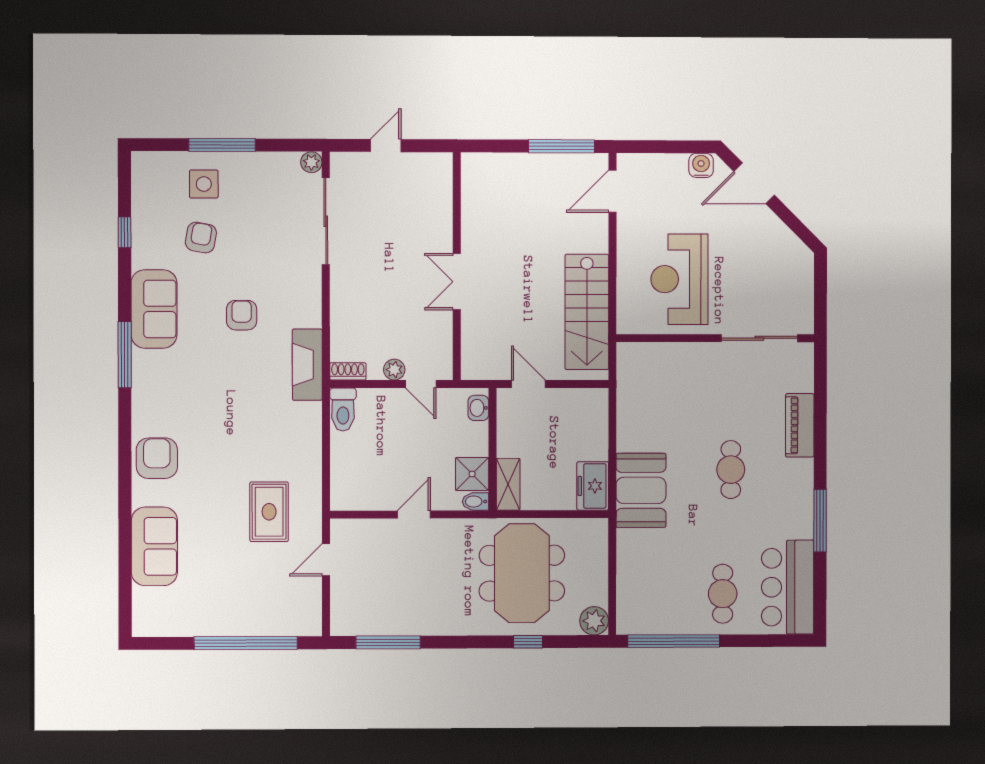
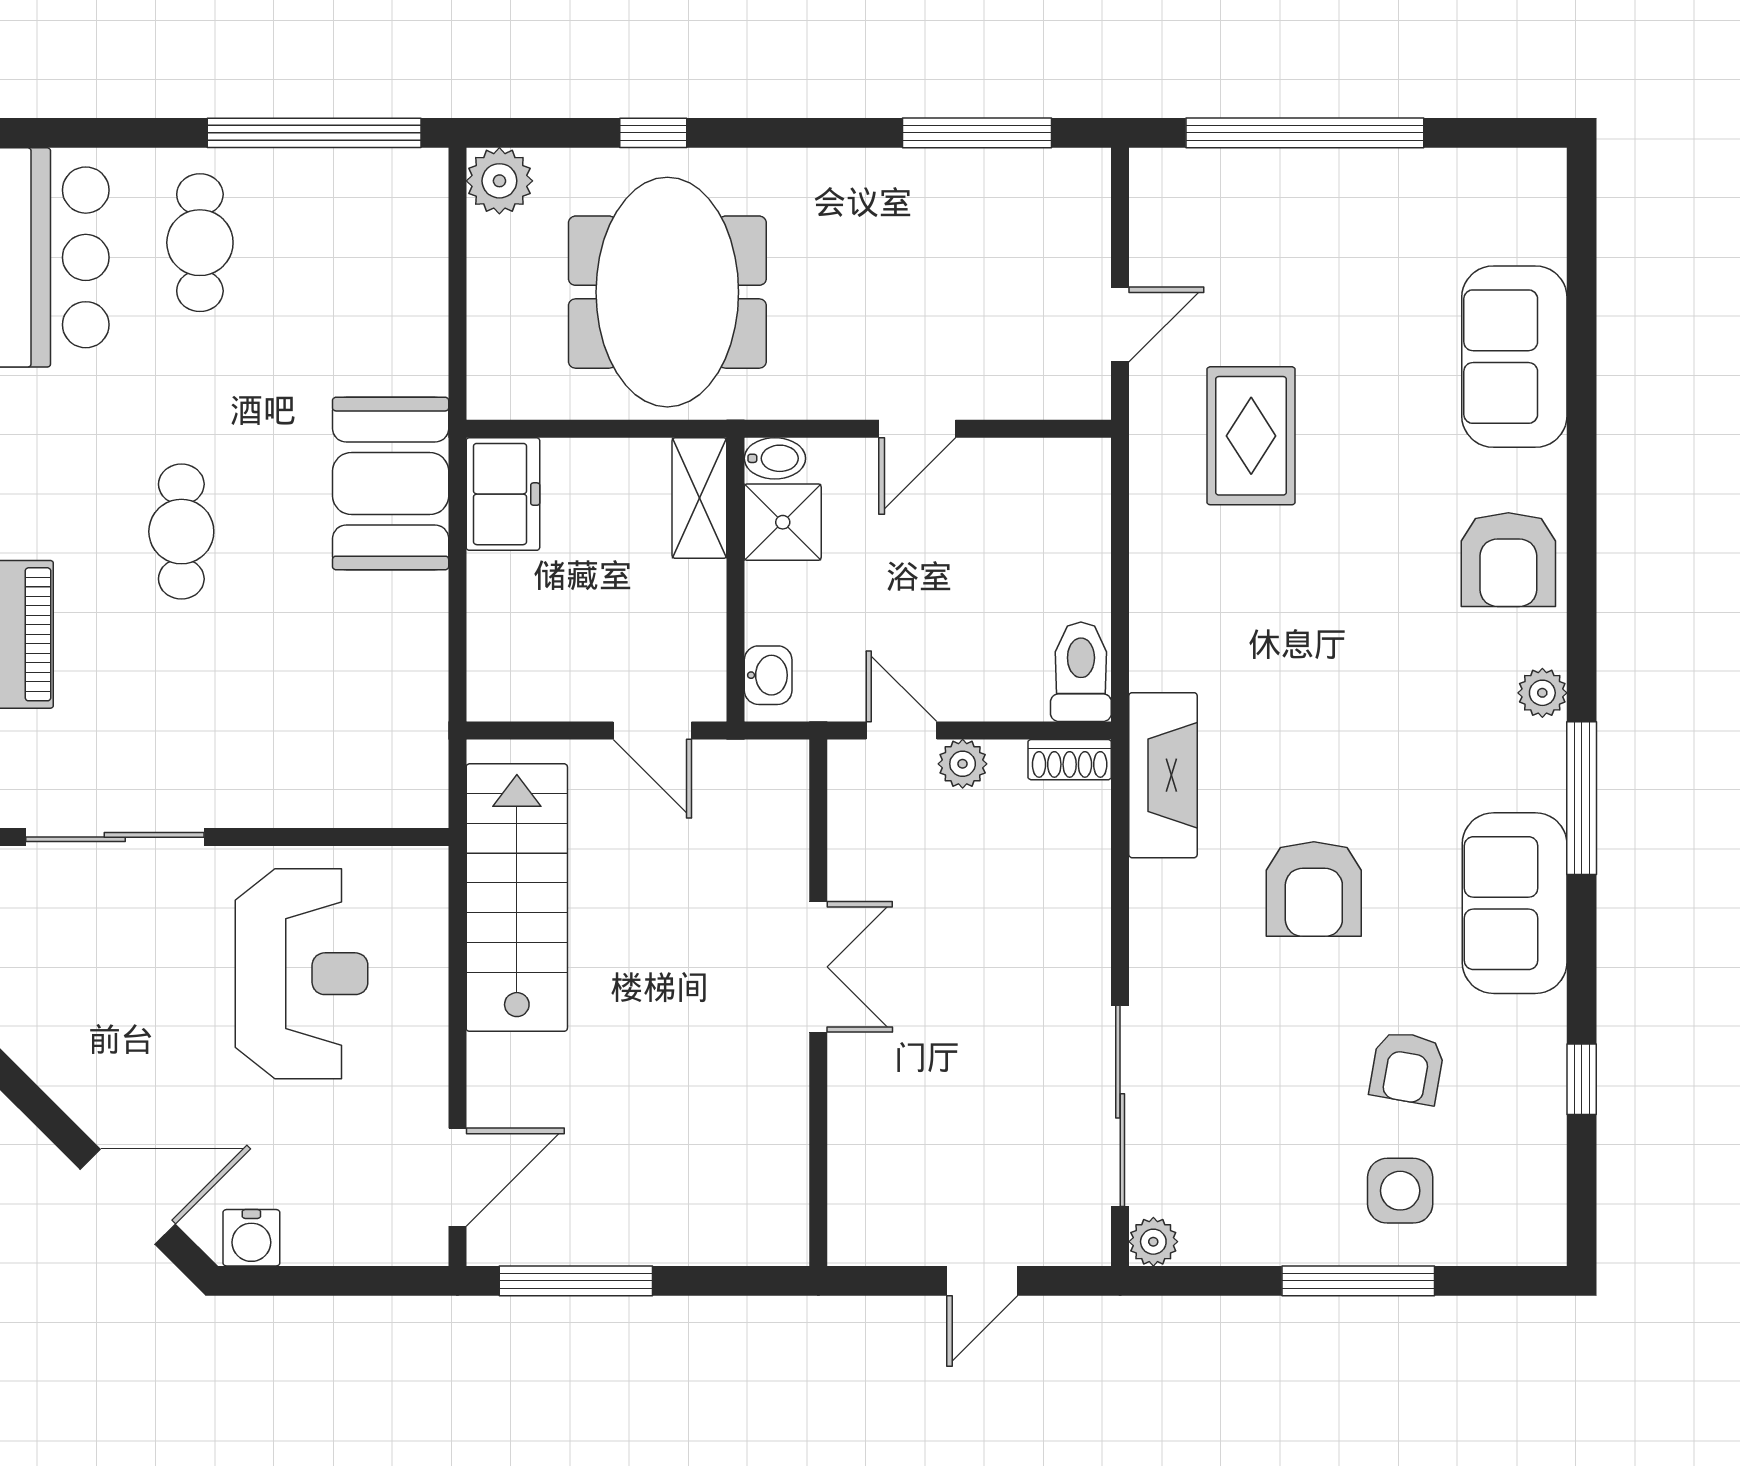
armchair: (242, 315) -> (1314, 889), width x1.38, depth x1.38
plant: (142, 400) -> (1542, 693), added

